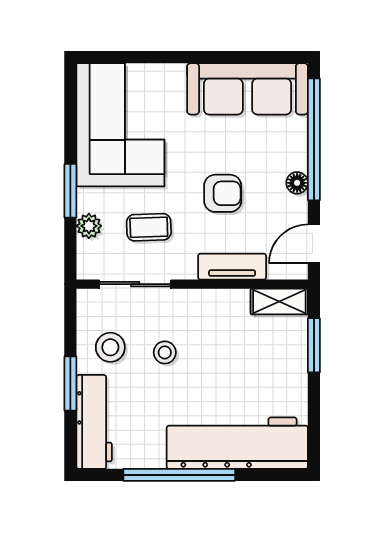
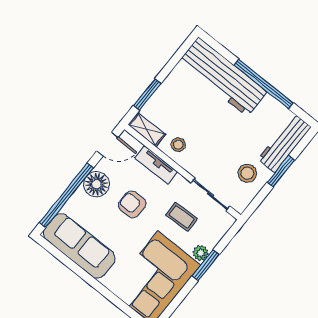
floor lamp: (297, 183) -> (96, 184), width x1.89, depth x1.89
plant: (89, 226) -> (201, 253), moved
stool: (165, 352) -> (178, 145), moved

